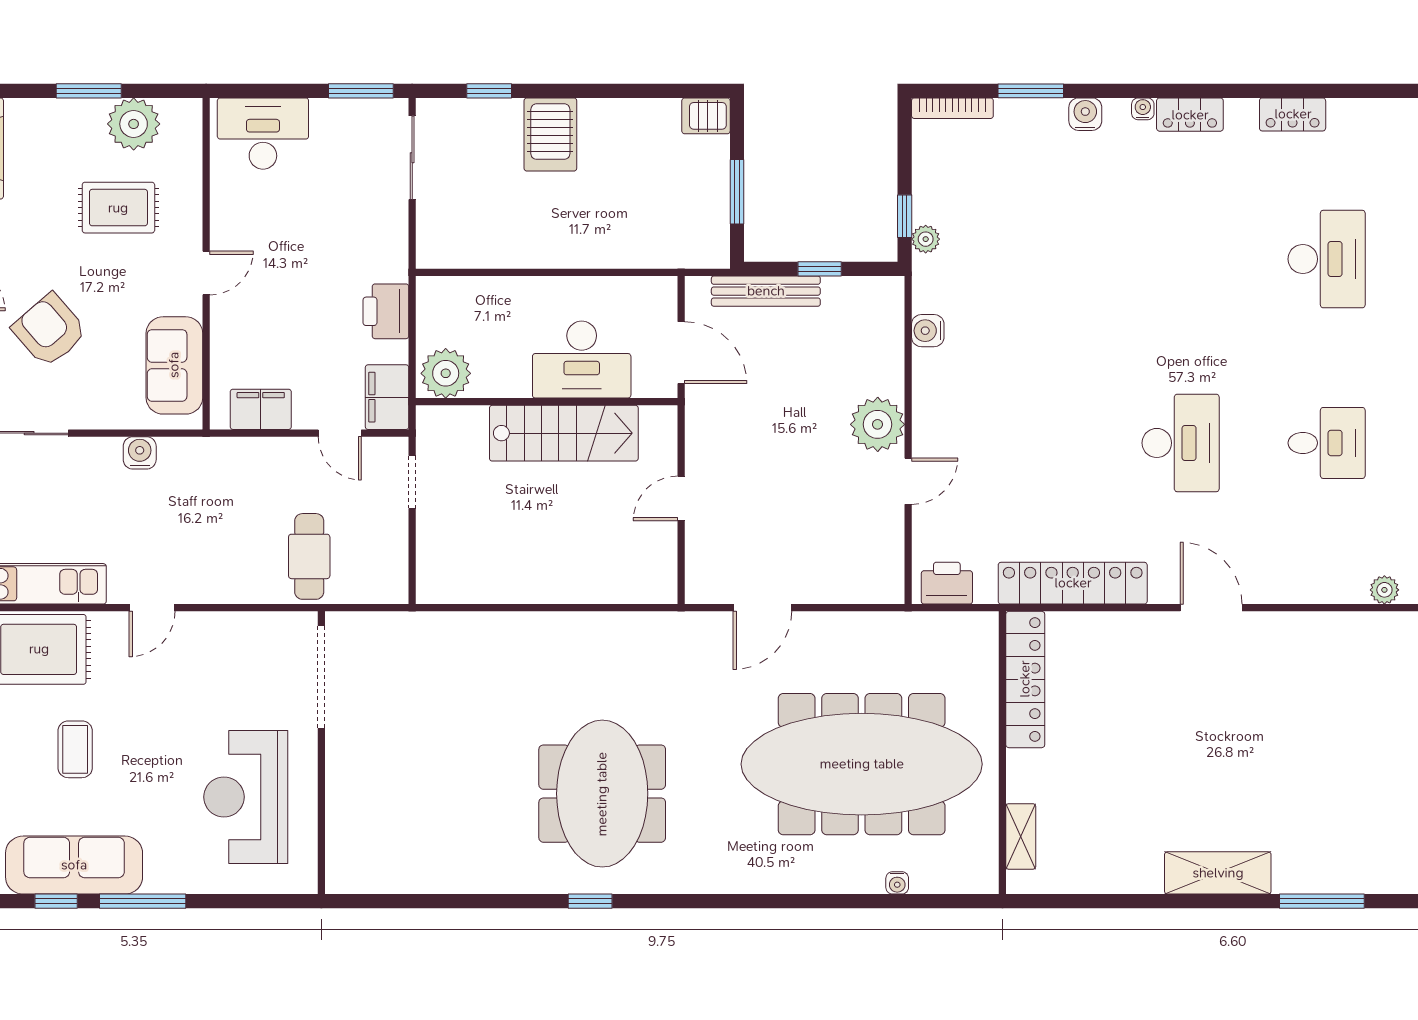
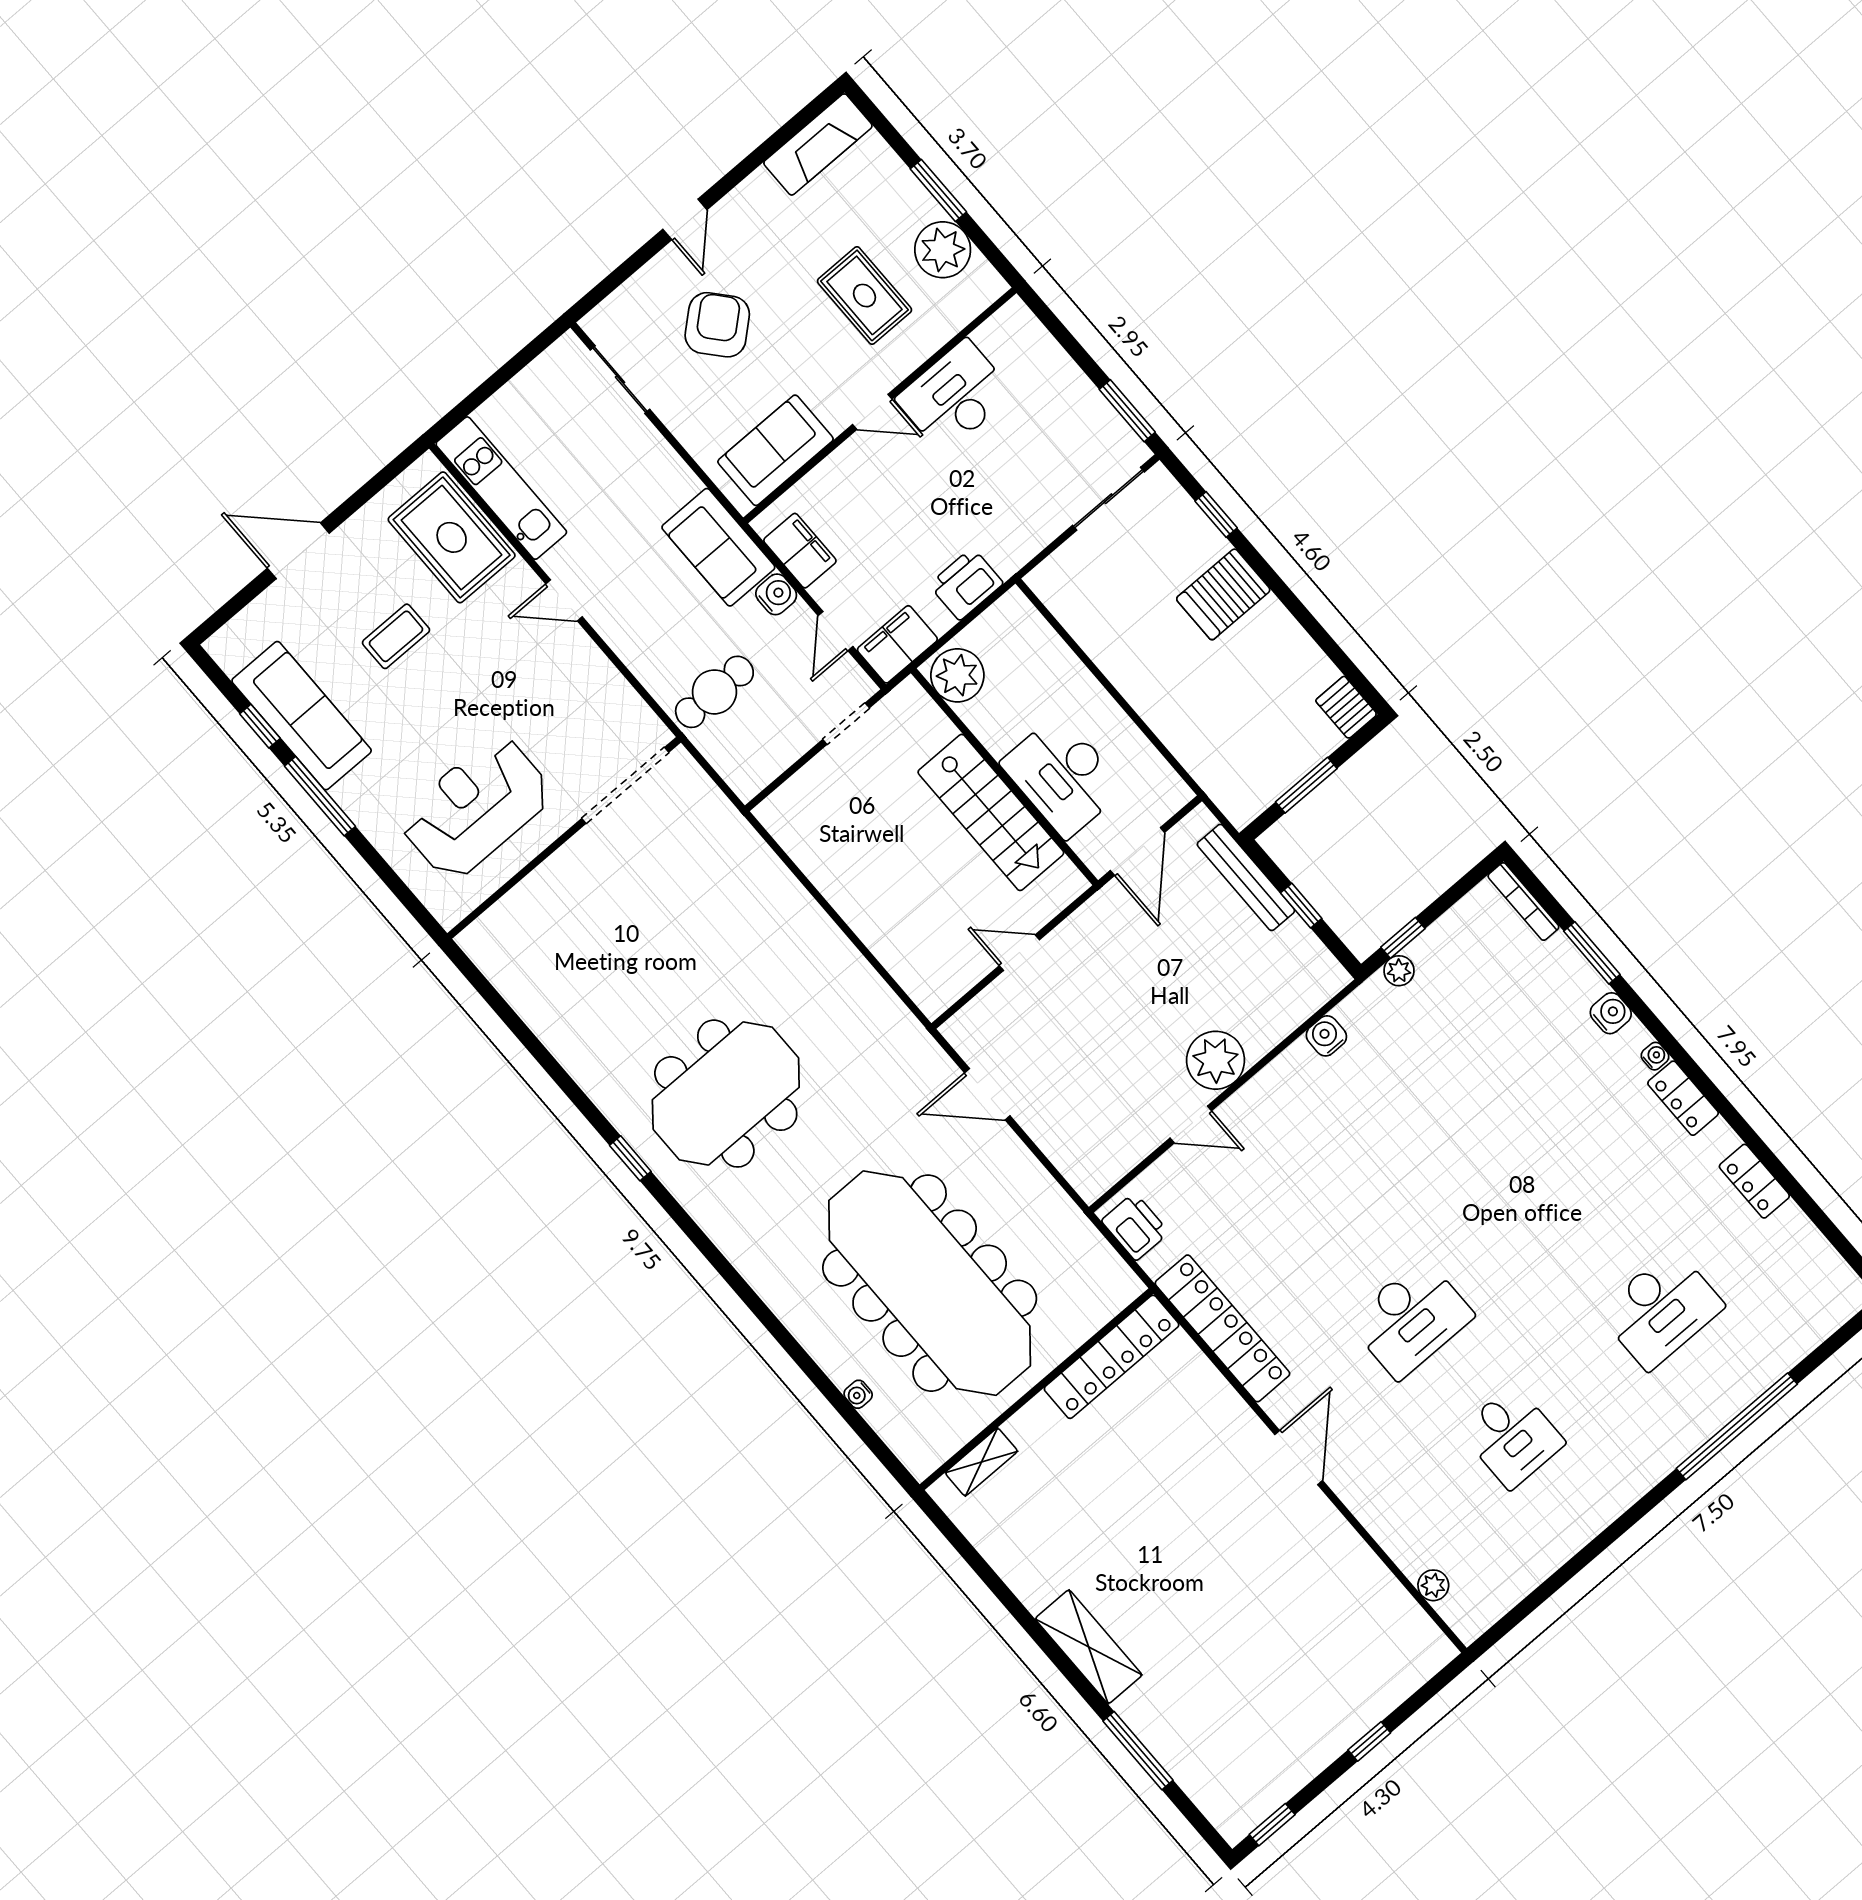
desk: (263, 134) -> (955, 396), moved, turned -90
water cooler: (140, 453) -> (776, 594), moved
sofa: (209, 465) -> (718, 547), added

